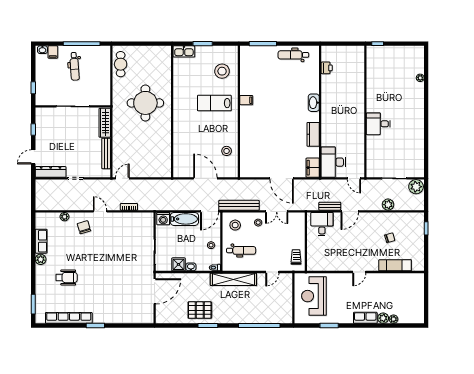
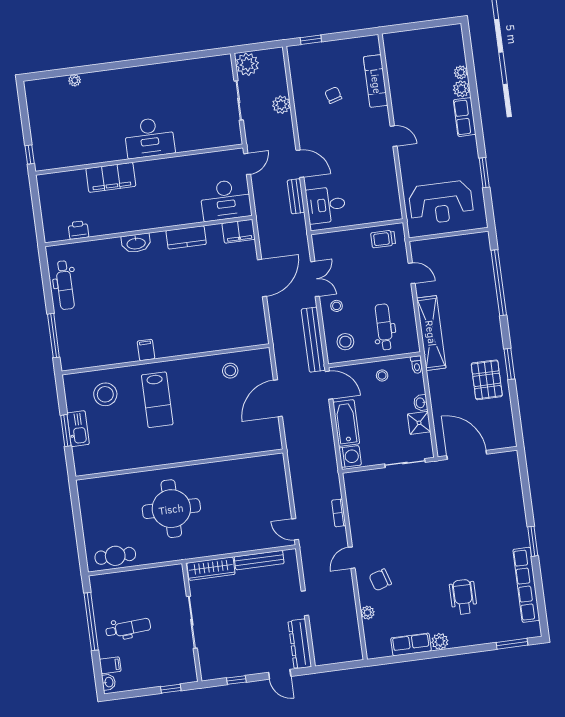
kitchen sink: (184, 51) -> (78, 429), moved
filing cabinet: (357, 92) -> (111, 177), added
desk: (378, 124) -> (149, 138), width x1.37

